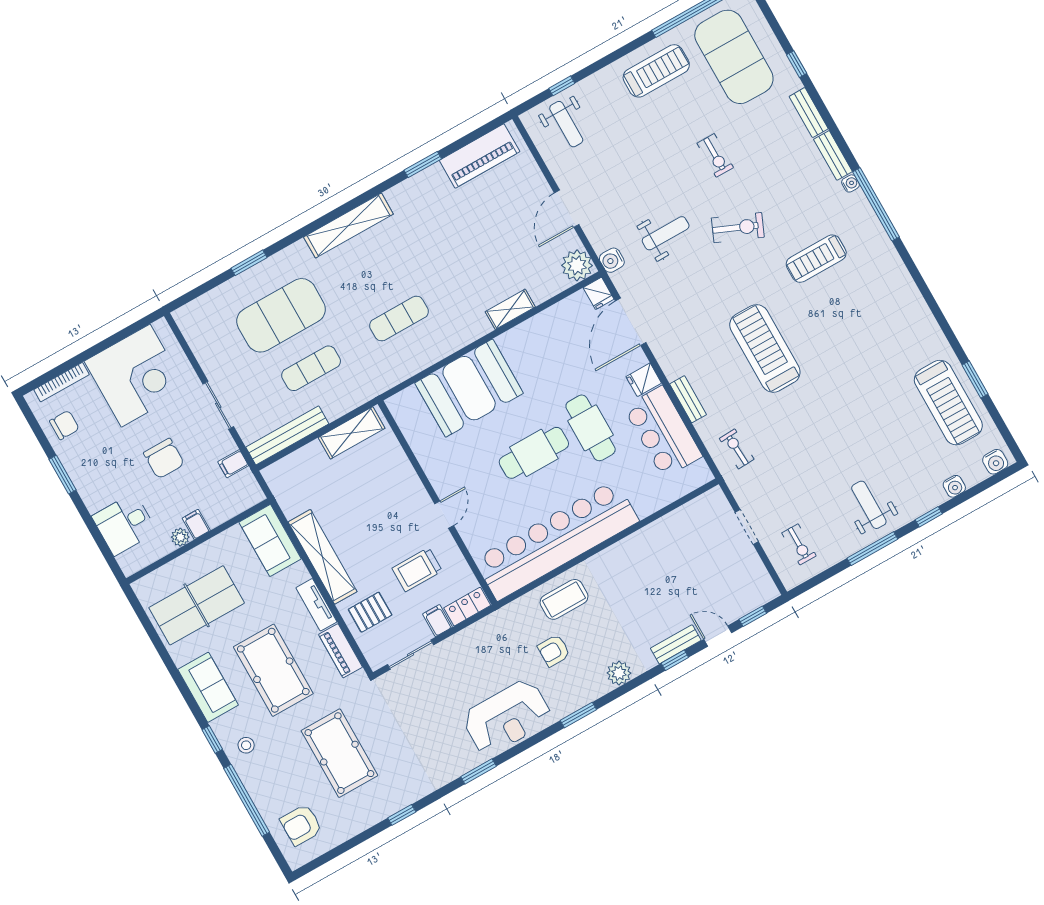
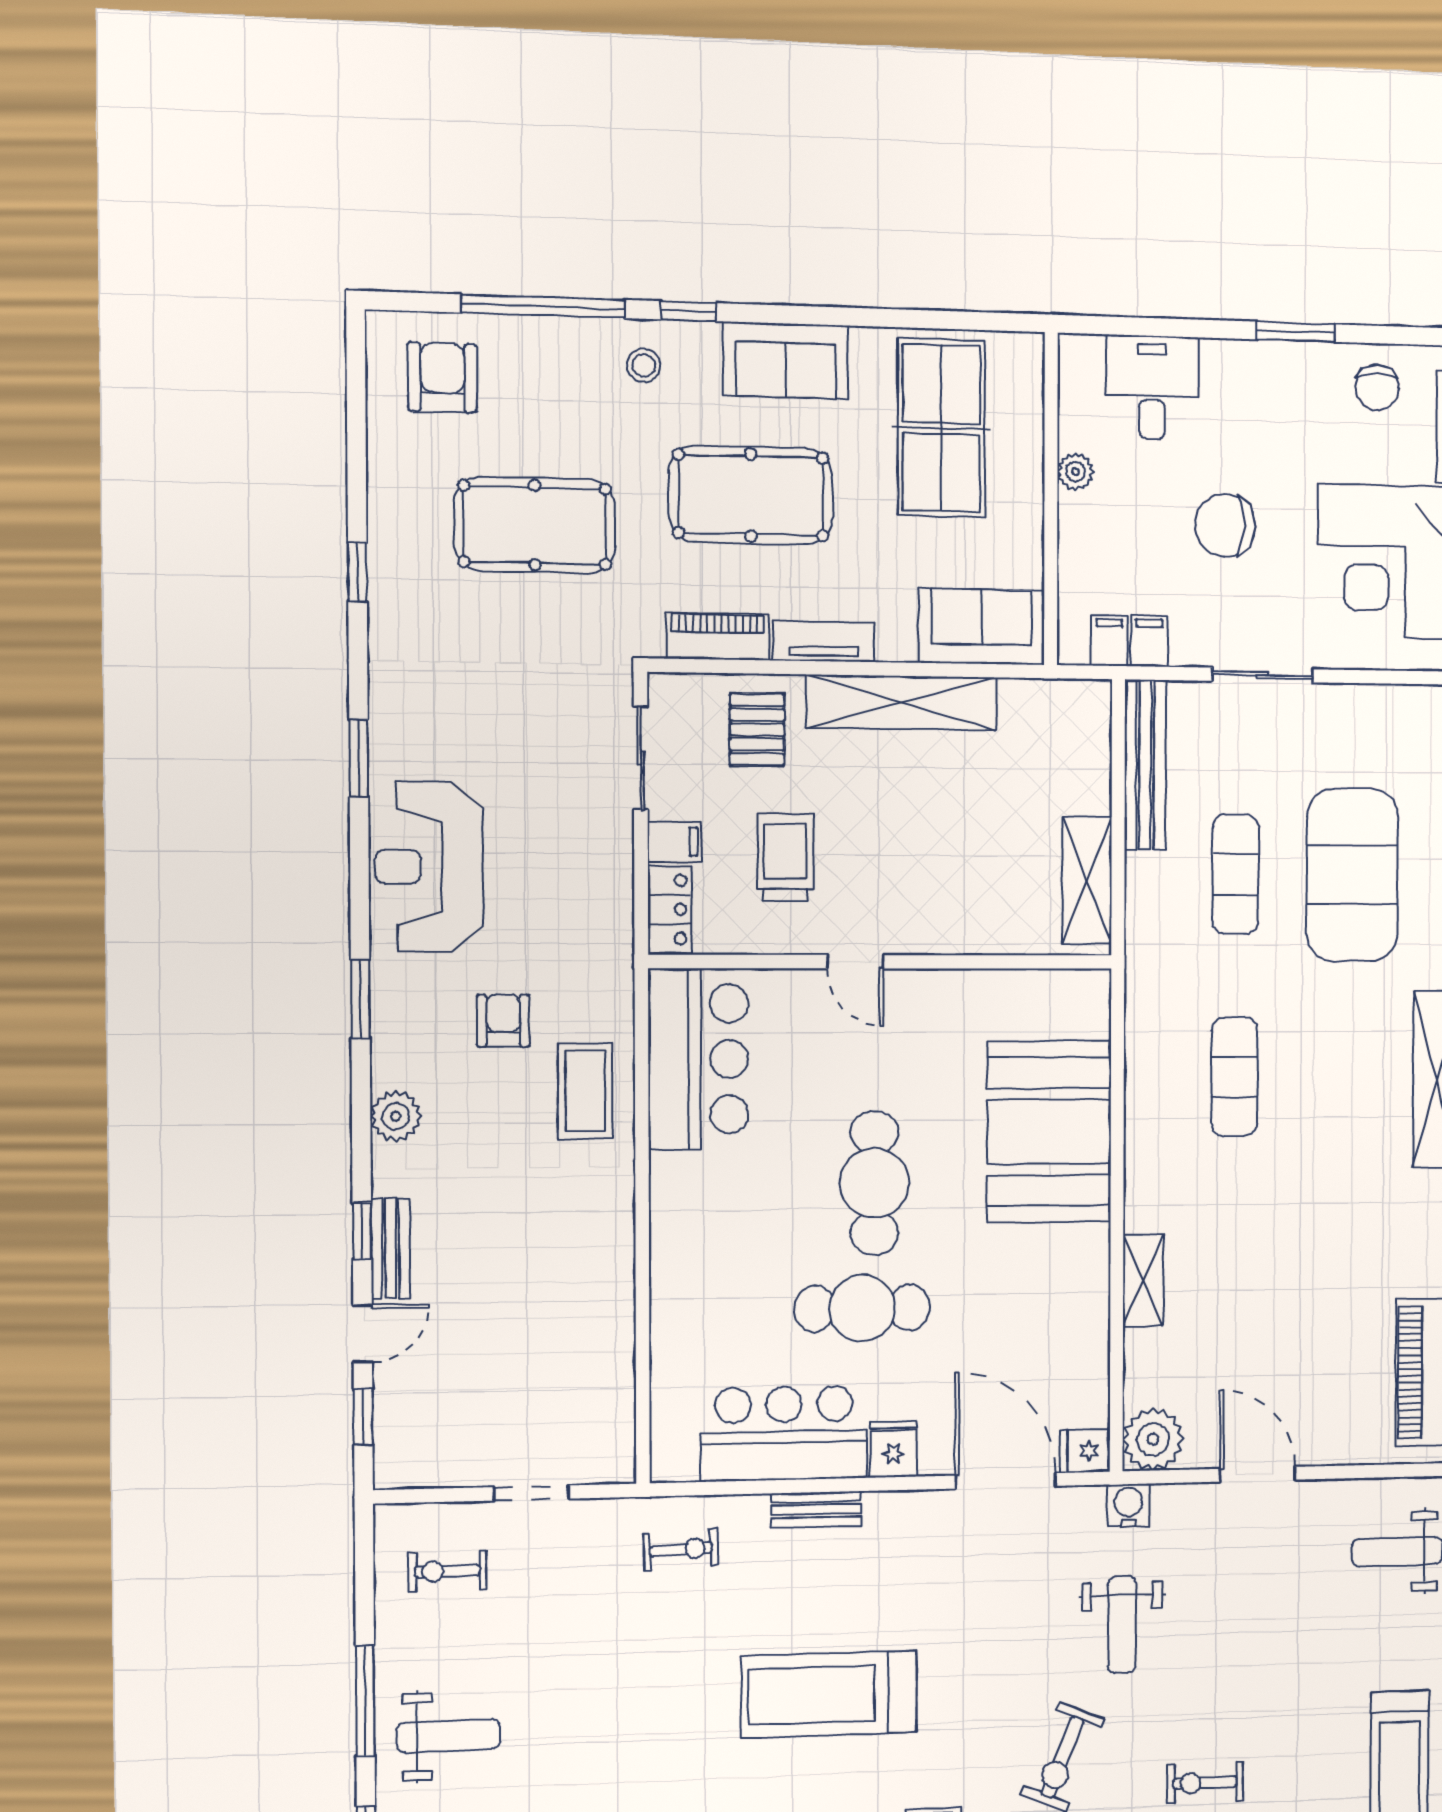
treadmill: (765, 348) -> (829, 1694), turned 180
filing cabinet: (196, 524) -> (1109, 641), moved, turned -90
bar counter: (556, 540) -> (698, 1059), width x0.54

